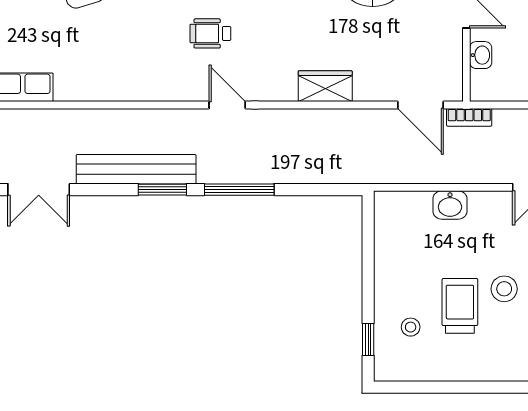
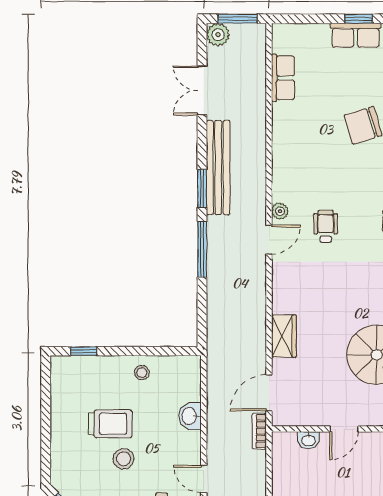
wardrobe: (325, 86) -> (284, 336), moved
plant: (191, 91) -> (280, 211), added
stool: (411, 327) -> (142, 373), moved

